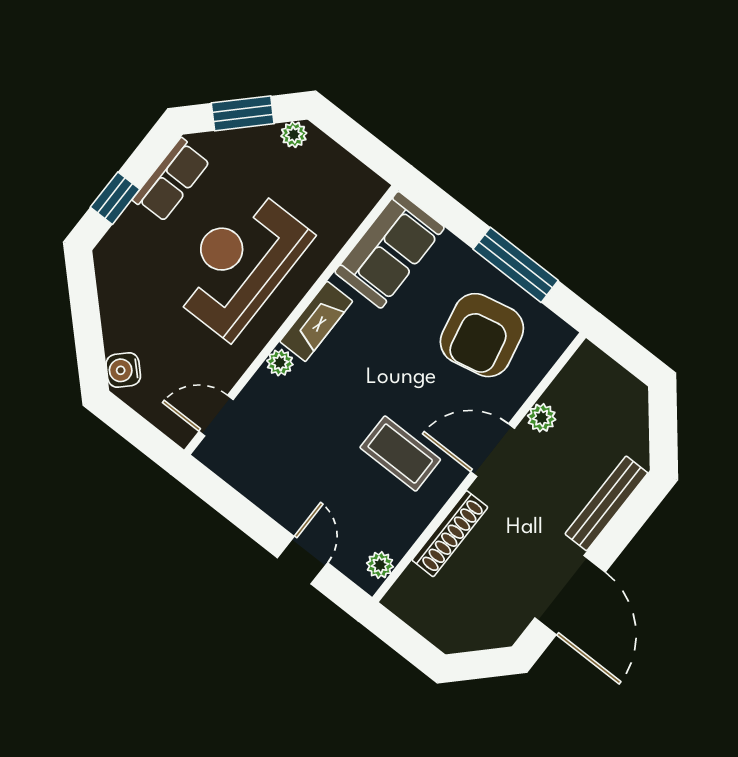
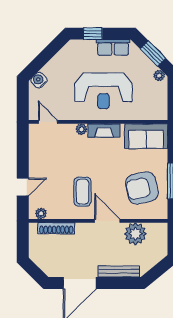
reception desk: (240, 263) -> (103, 91), turned 180
plant: (542, 418) -> (135, 234), width x1.87, depth x1.87
shoe rack: (450, 534) -> (56, 228), moved

